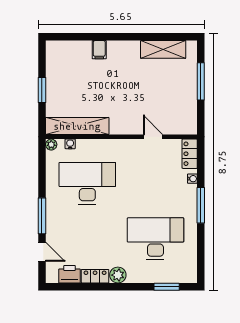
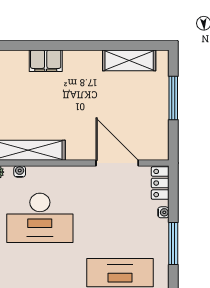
filing cabinet: (99, 50) -> (46, 61), width x2.00
door: (153, 137) -> (117, 163), width x1.88
desk: (87, 183) -> (40, 218), turned 180

